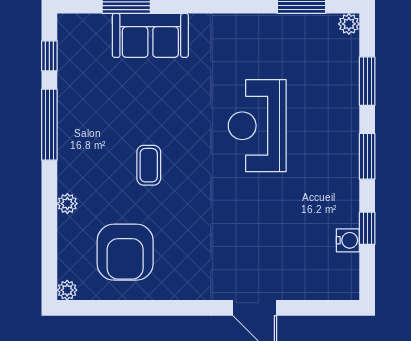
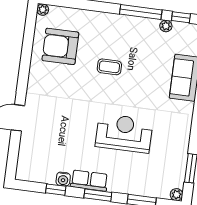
row of seats: (345, 174) -> (89, 181), added
plant: (67, 204) -> (166, 26), moved
water cooler: (348, 240) -> (63, 179), moved

